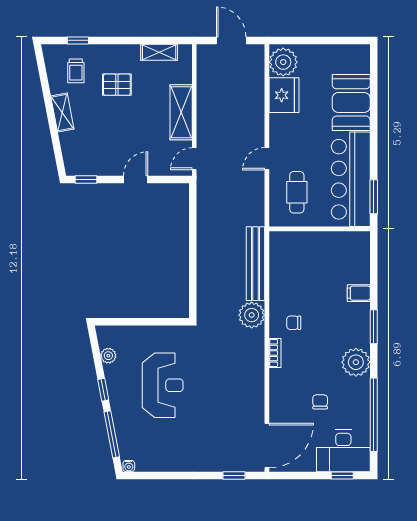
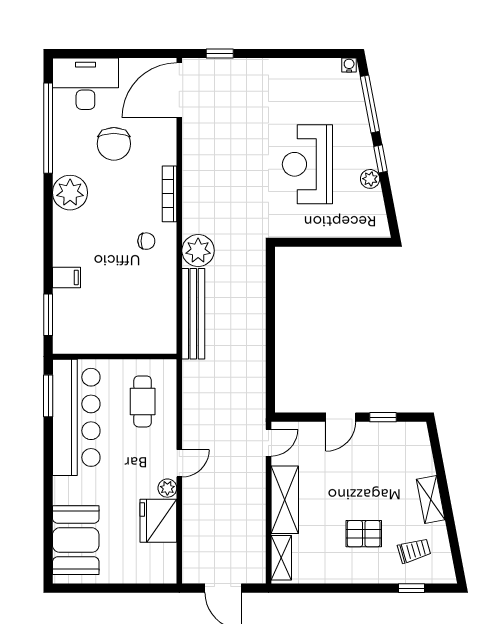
shelving: (159, 52) -> (281, 558), moved, turned 90
plant: (283, 62) -> (167, 488), moved, width x0.53, depth x0.53
trolley: (76, 71) -> (414, 551), turned 74
booth: (351, 102) -> (76, 540), moved
door: (267, 159) -> (179, 463), moved
window: (86, 179) -> (383, 417), moved
window: (374, 327) -> (48, 315), moved
bookcase: (275, 353) -> (169, 194), width x1.56
plant: (108, 356) -> (370, 179), moved
chair: (320, 402) -> (114, 144), width x1.87, depth x1.87
window: (342, 475) -> (87, 53), removed

